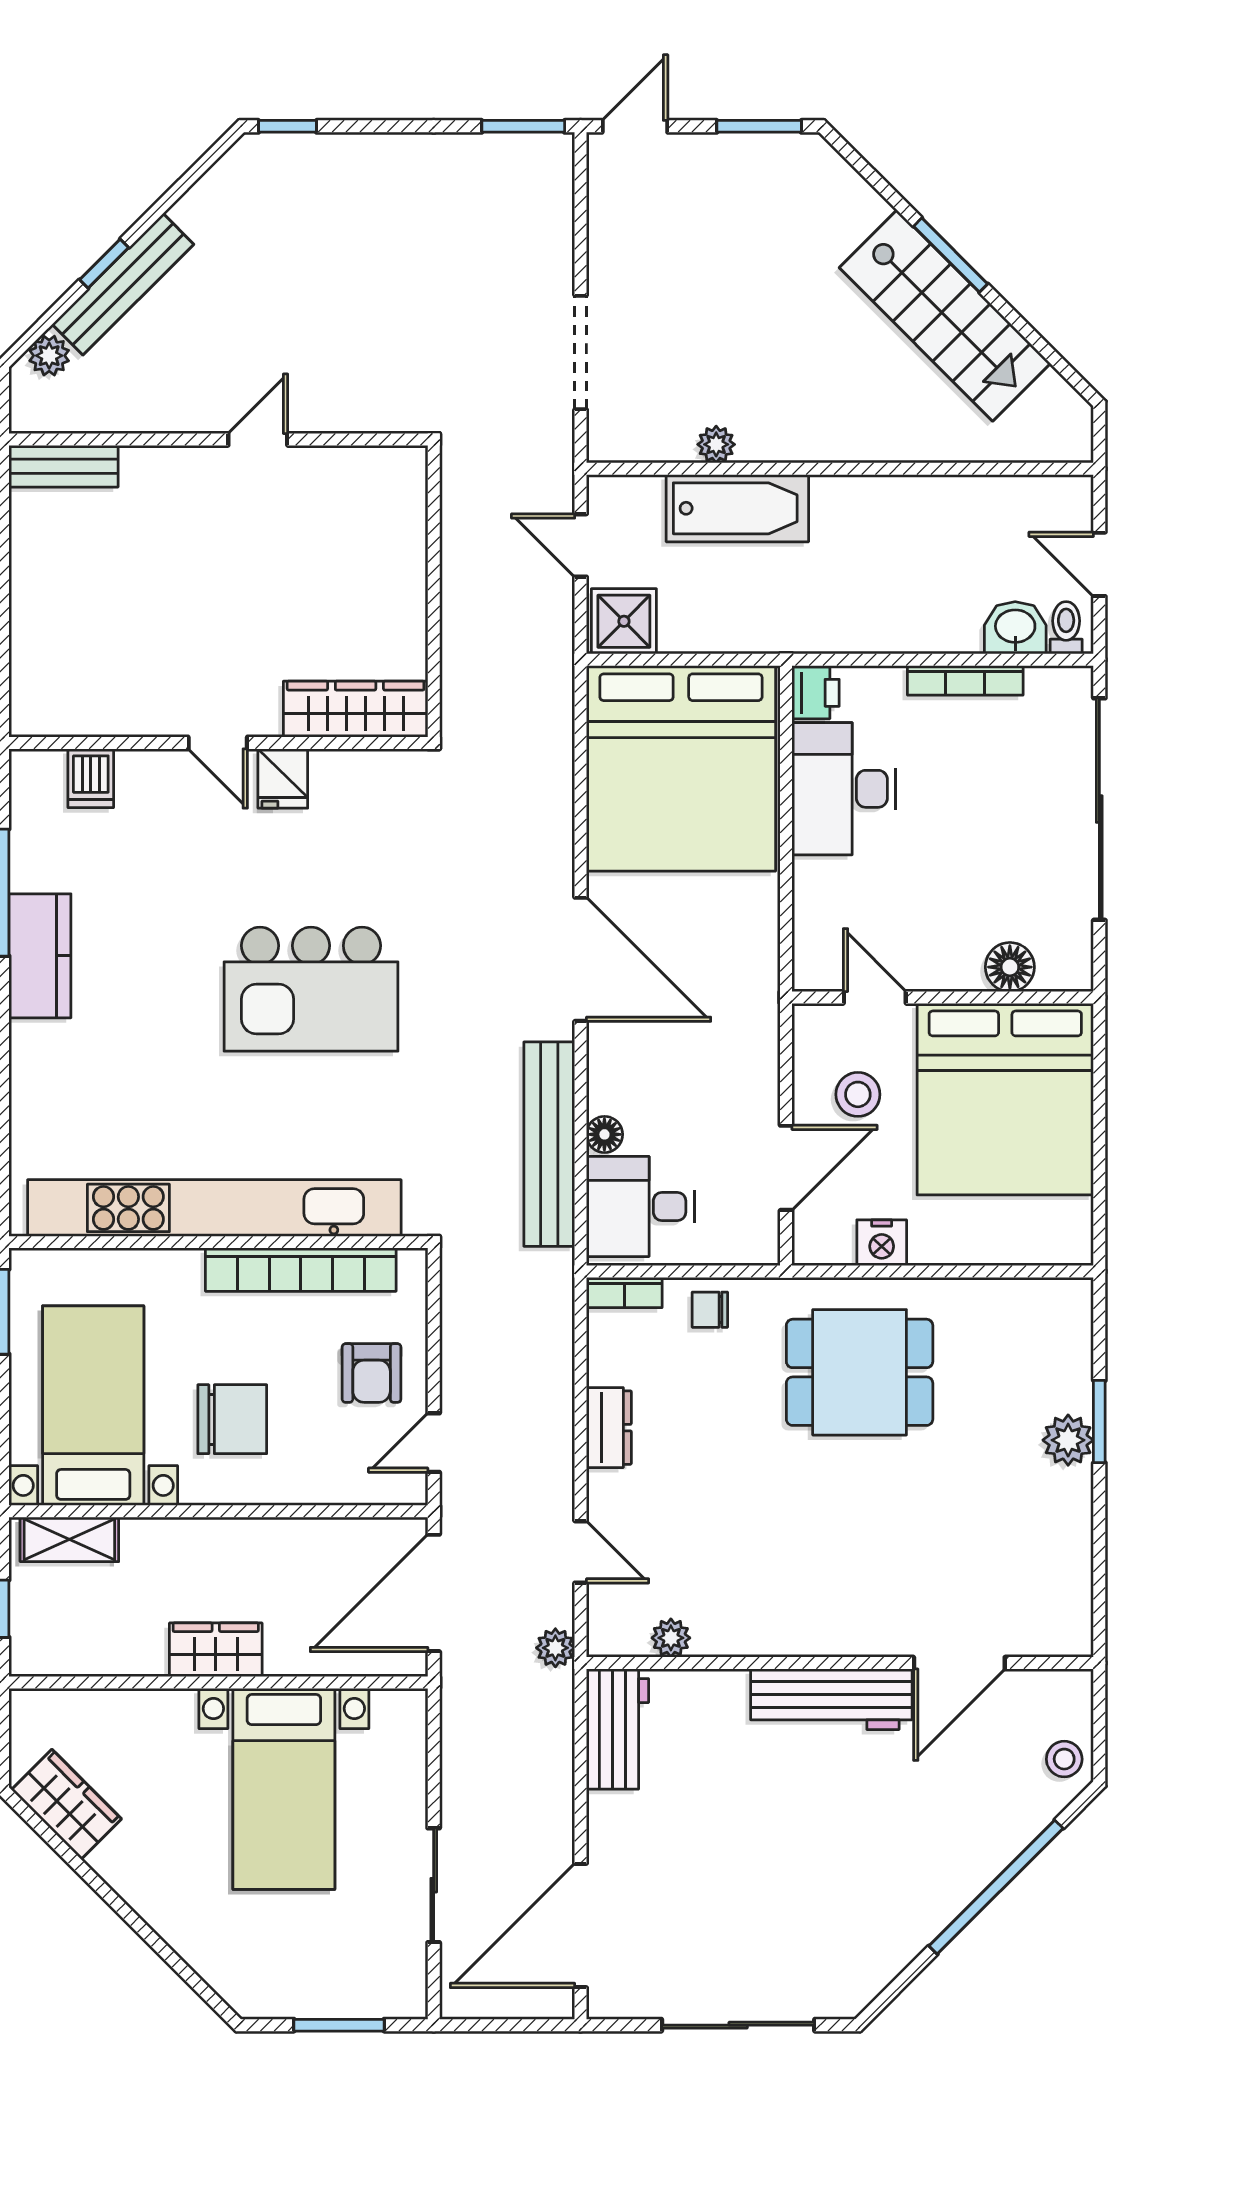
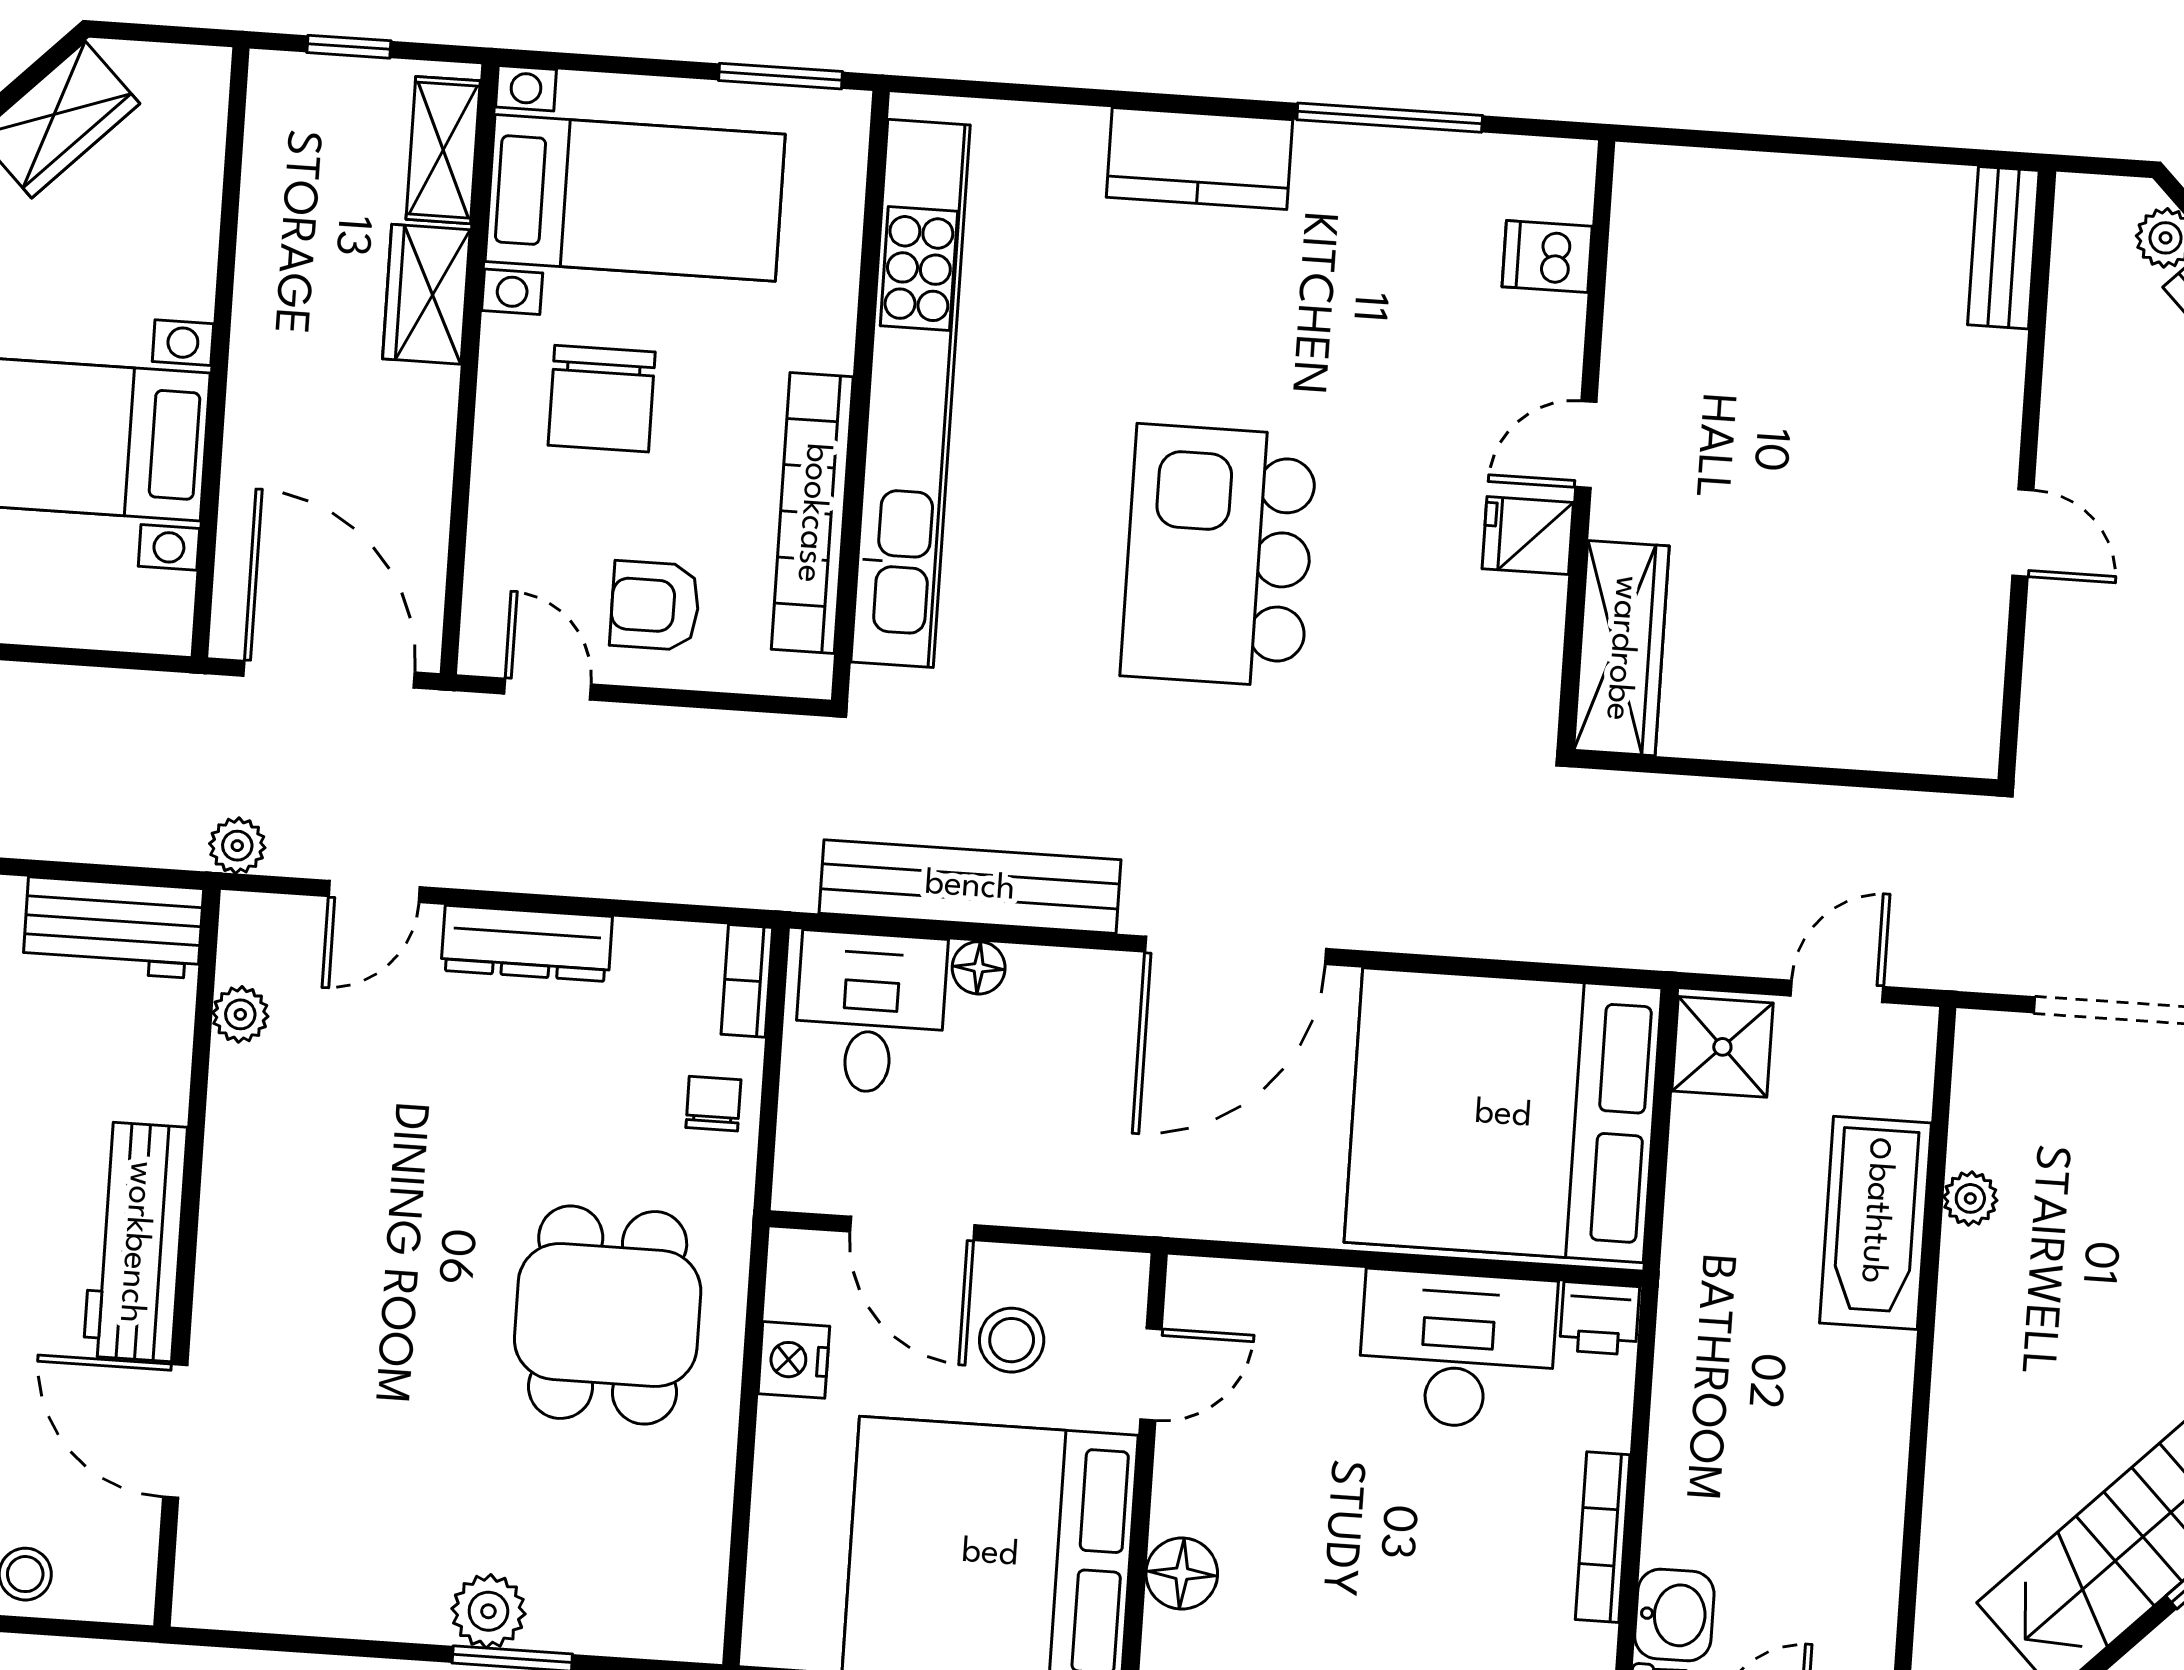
kitchen counter: (40, 956) -> (1199, 159), moved
dresser: (609, 1428) -> (527, 943), width x1.44
wardrobe: (216, 1650) -> (426, 294), moved, turned 180

